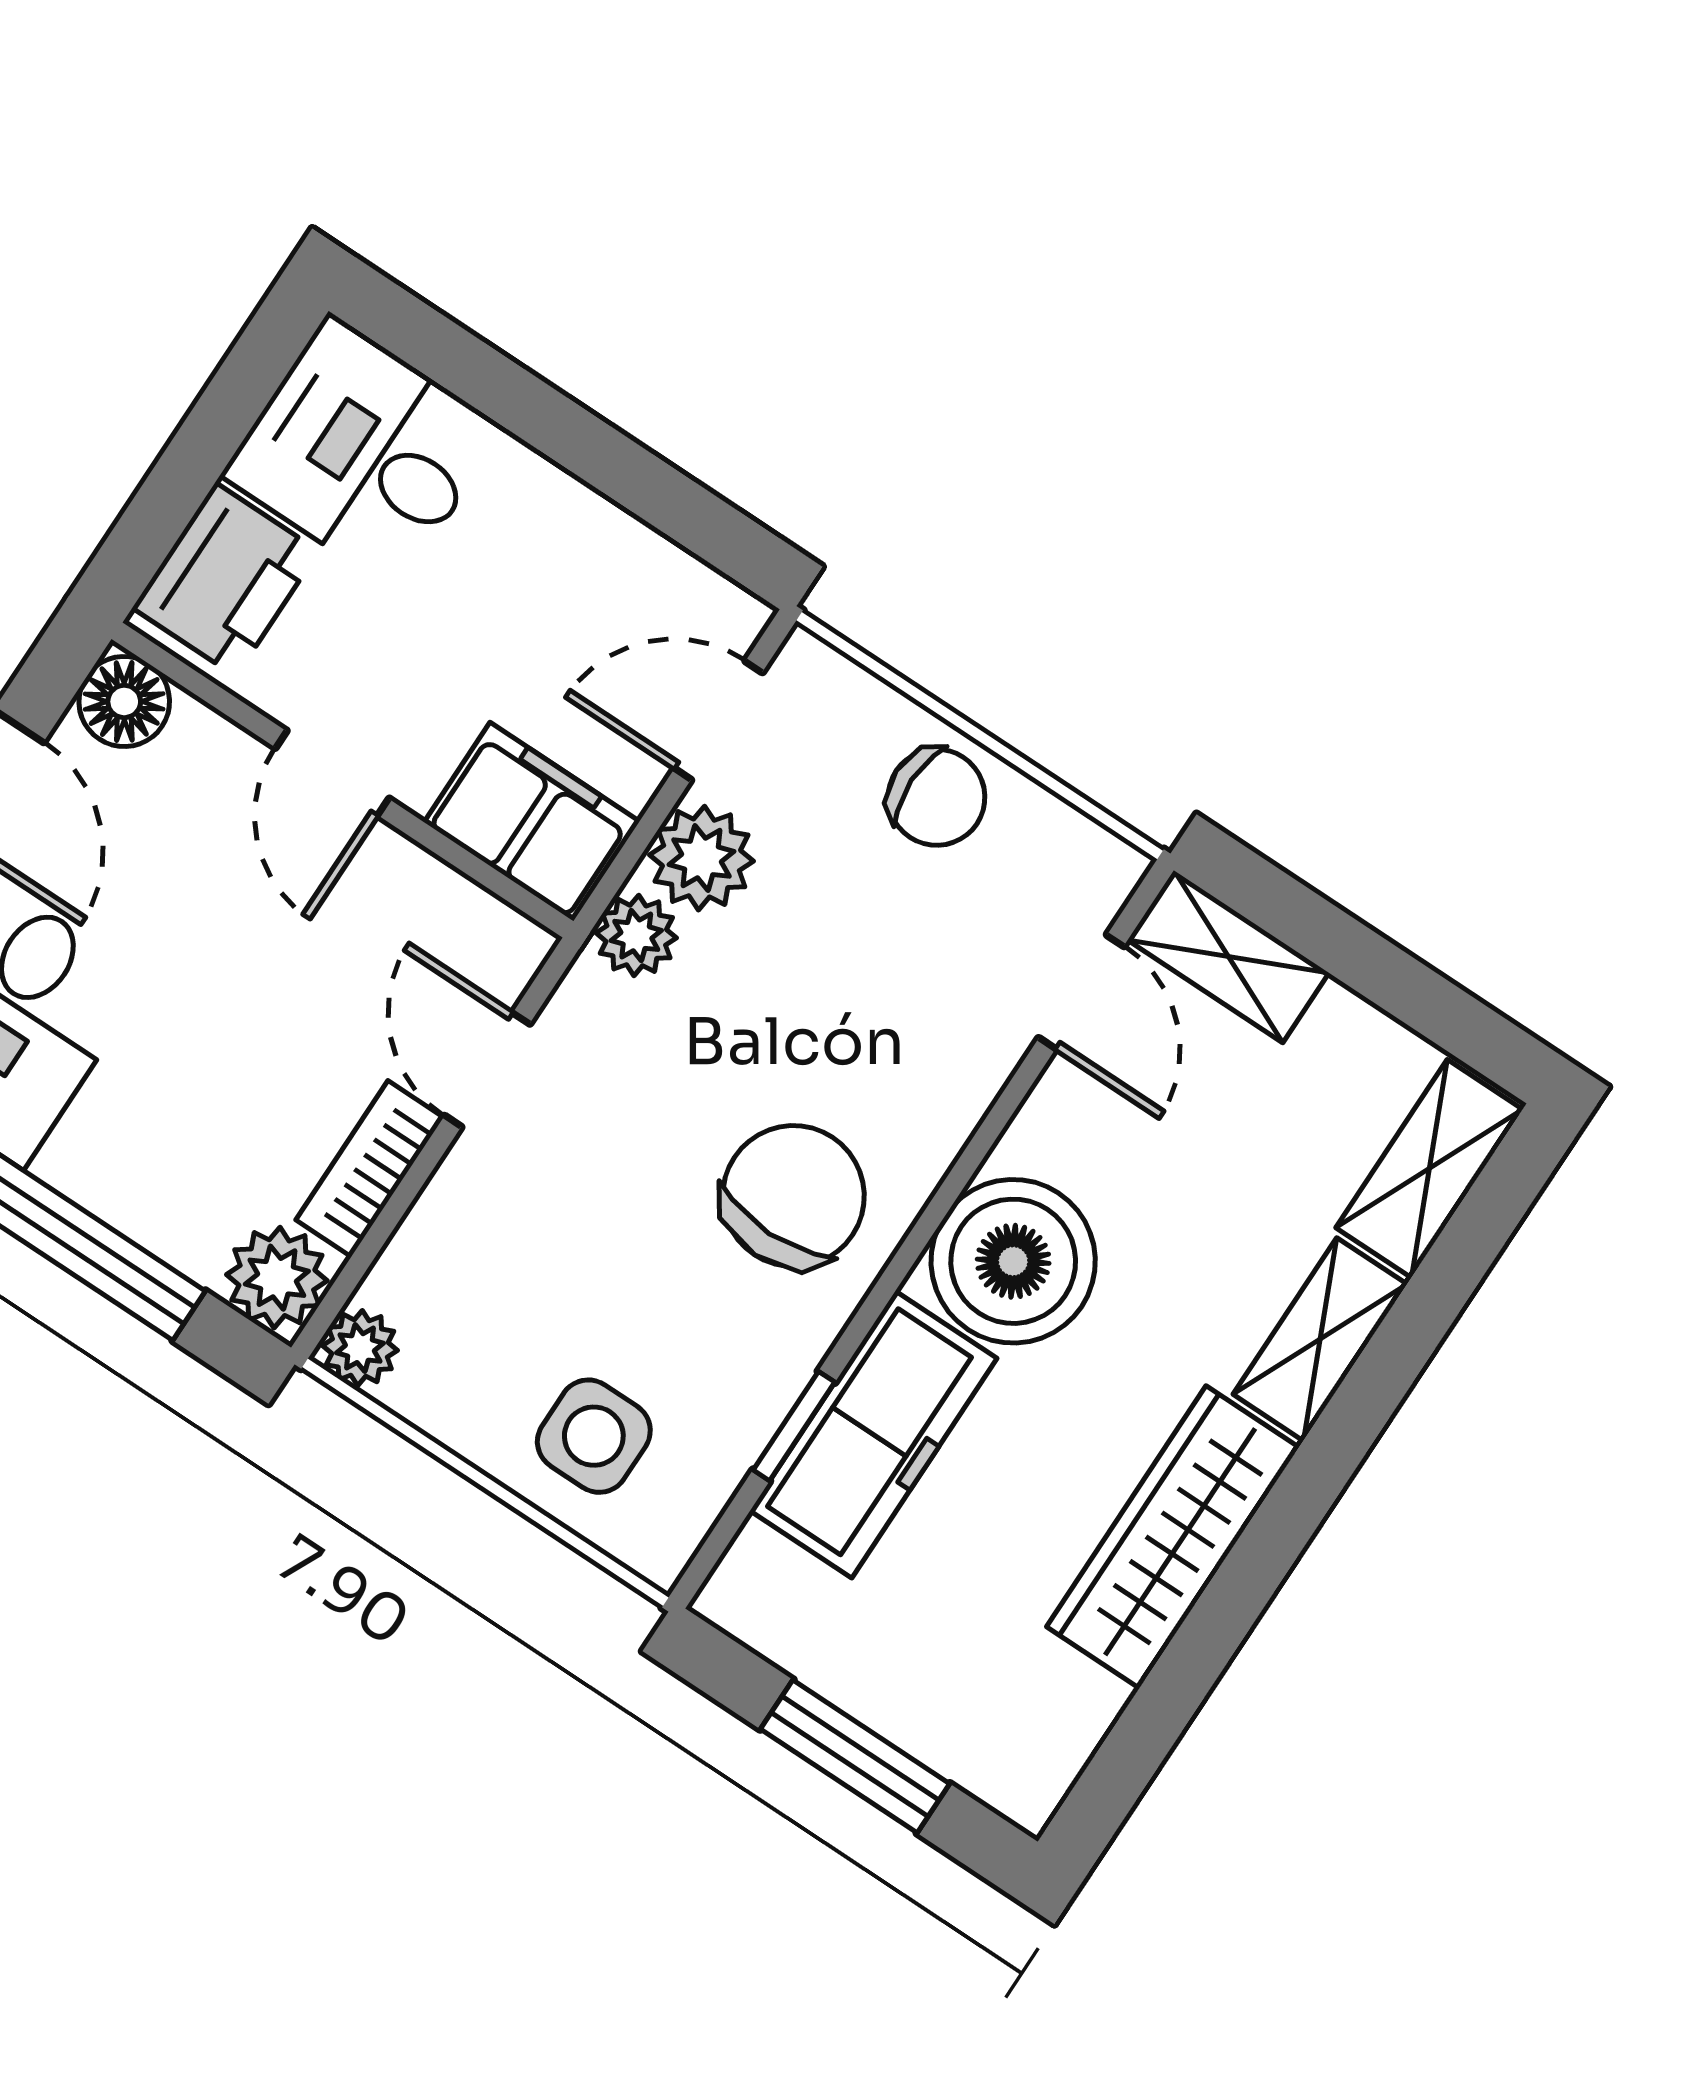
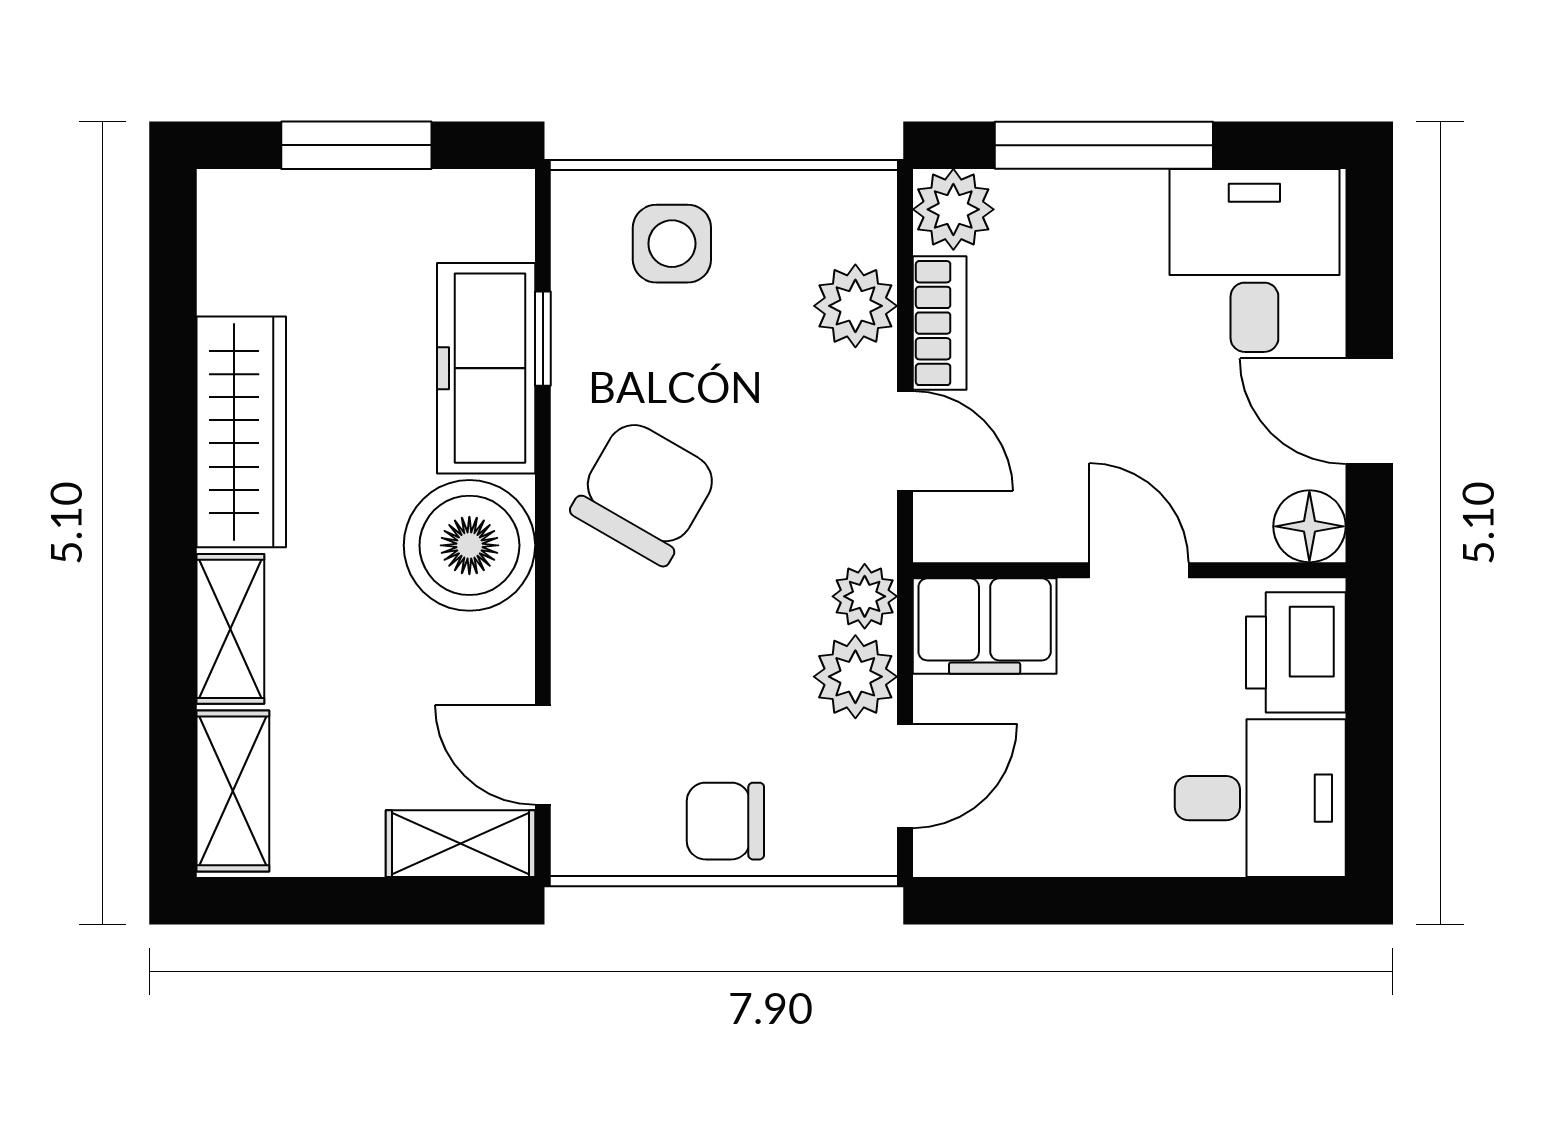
chair: (794, 1196) -> (645, 492), turned -150
plant: (360, 1348) -> (855, 306), moved, width x1.38, depth x1.38

